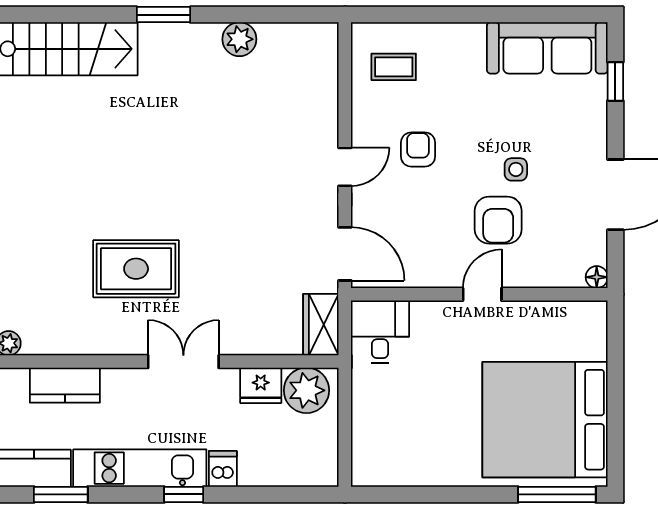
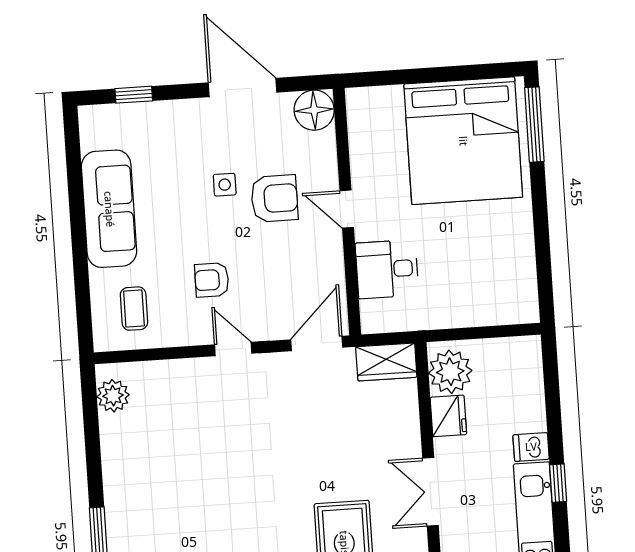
plant: (239, 39) -> (113, 396), moved
sofa: (547, 48) -> (109, 209), moved
floor lamp: (597, 277) -> (314, 110), width x1.89, depth x1.89
desk: (380, 332) -> (387, 269), moved

